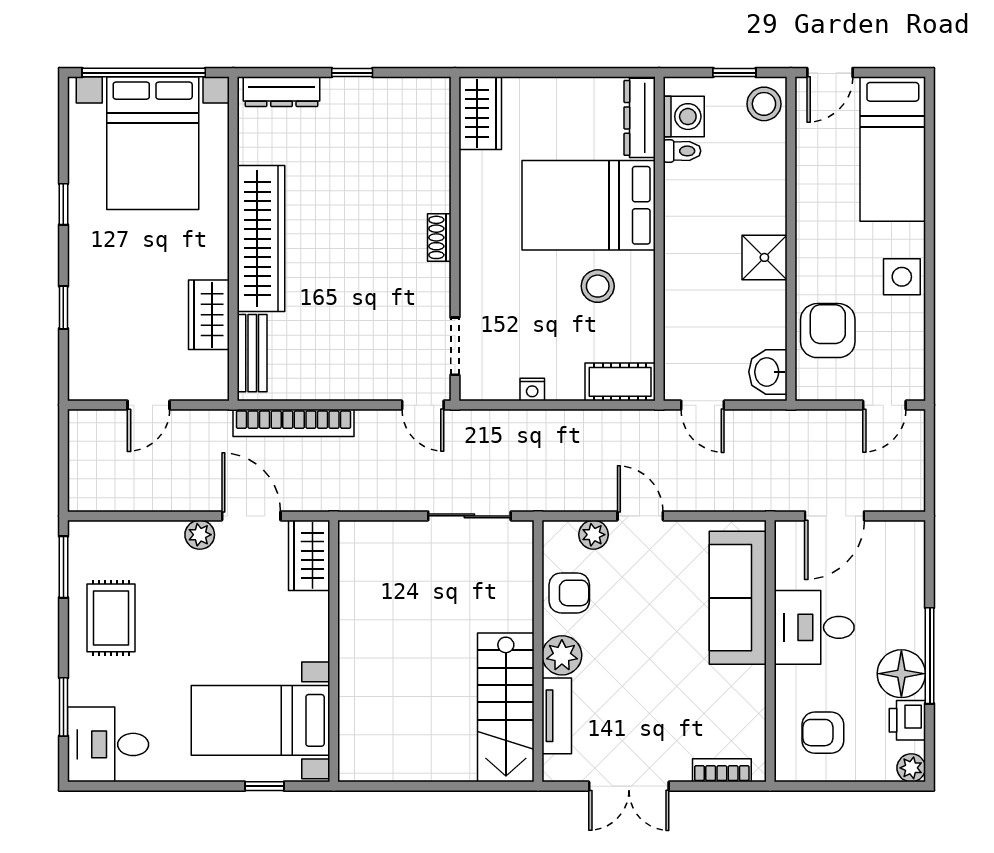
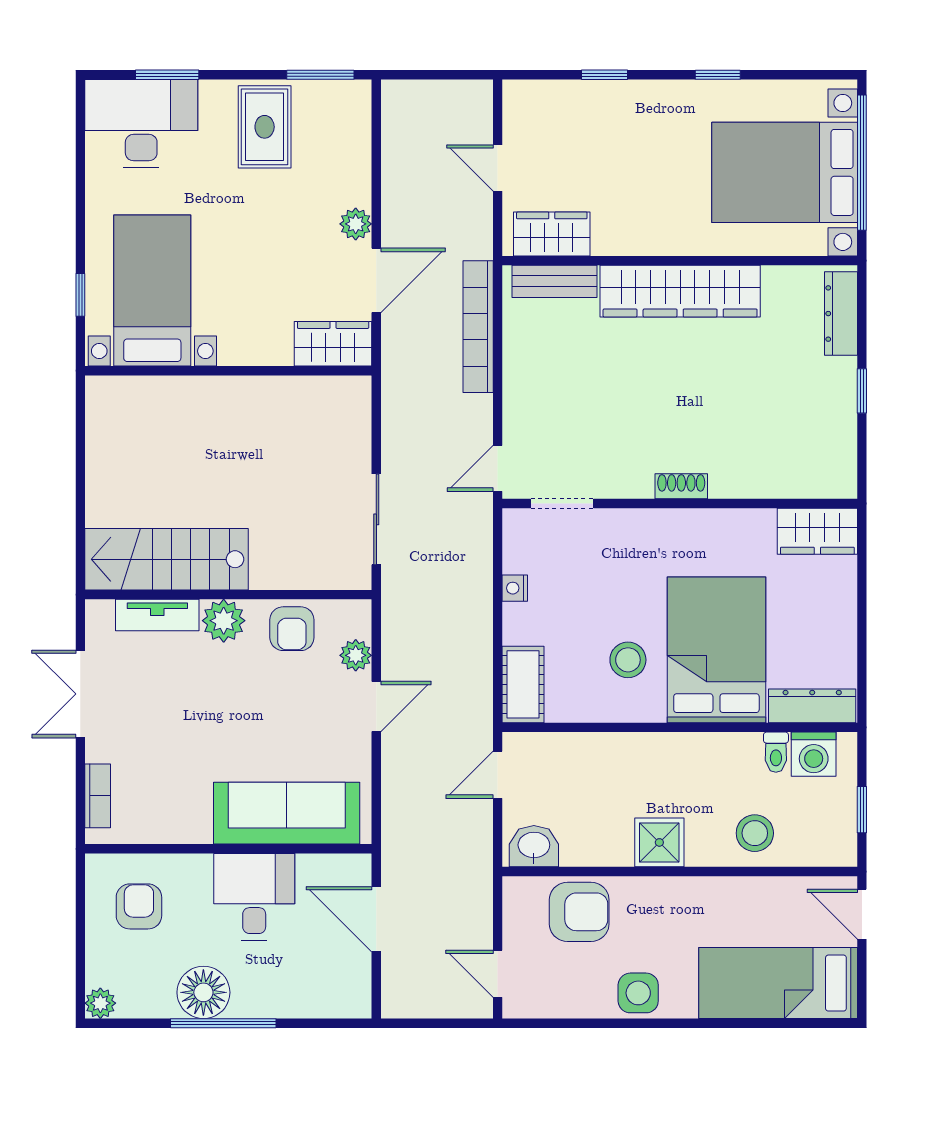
stool: (764, 104) -> (755, 833), moved
wardrobe: (209, 315) -> (552, 234), moved
rug: (111, 618) -> (265, 127), turned 90
printer: (907, 720) -> (152, 999), removed
desk: (108, 744) -> (141, 124), width x1.37

